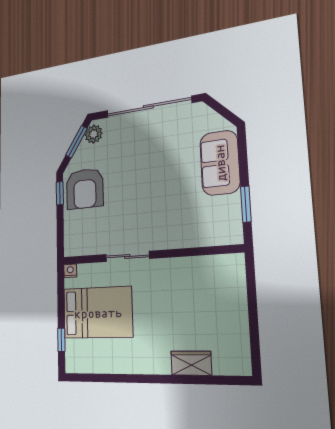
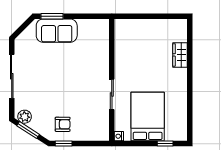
sliding door: (148, 107) -> (12, 76), width x0.73
armchair: (85, 189) -> (63, 124), width x0.53, depth x0.53
window: (246, 204) -> (52, 16), moved

